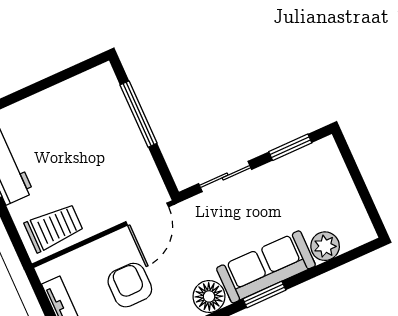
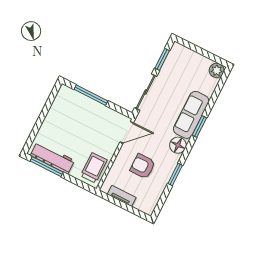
sliding door: (225, 176) -> (146, 92), width x1.37
door: (147, 214) -> (127, 132), hinge flipped
plant: (325, 246) -> (217, 70), moved

